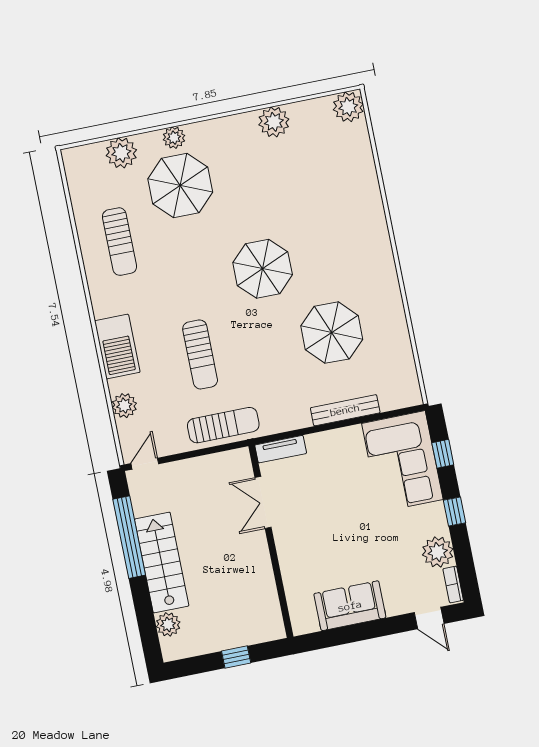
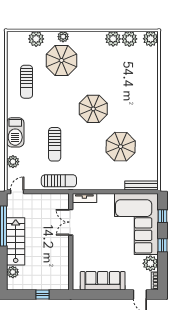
plant: (306, 116) -> (129, 39), added
bench: (345, 410) -> (142, 186), moved
corner sofa: (402, 461) -> (136, 224), width x1.36, depth x1.36
sofa: (350, 606) -> (103, 281), width x1.36

